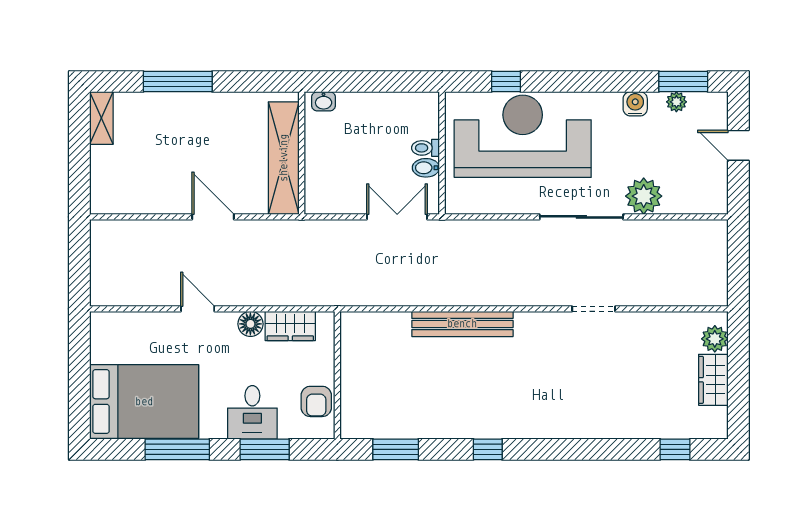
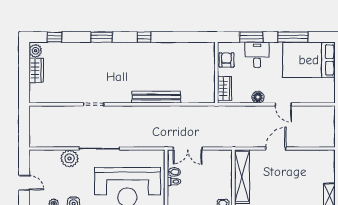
door: (213, 217) -> (276, 148), swing flipped
wardrobe: (290, 326) -> (225, 88), moved, turned 90
plant: (715, 339) -> (35, 51), moved
window: (396, 449) -> (101, 37), moved

